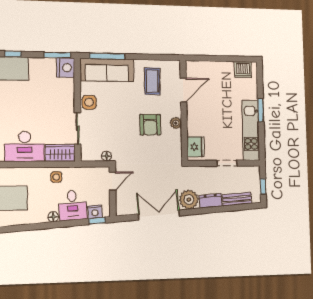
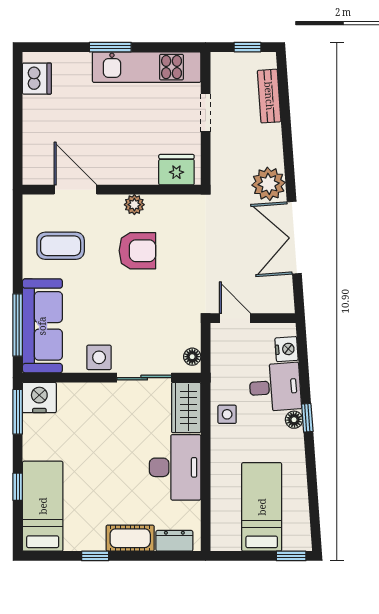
floor lamp: (107, 156) -> (192, 357), moved
dresser: (211, 201) -> (271, 145), removed
window: (97, 221) -> (307, 418), moved

